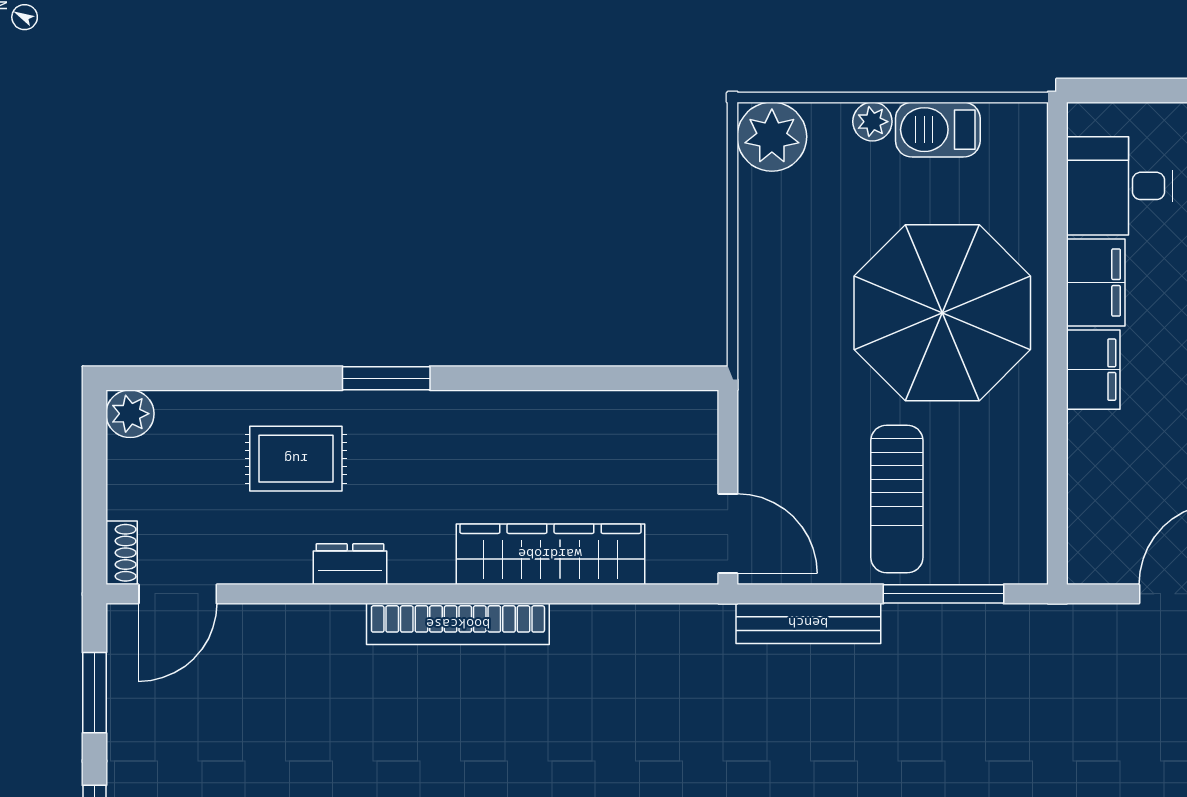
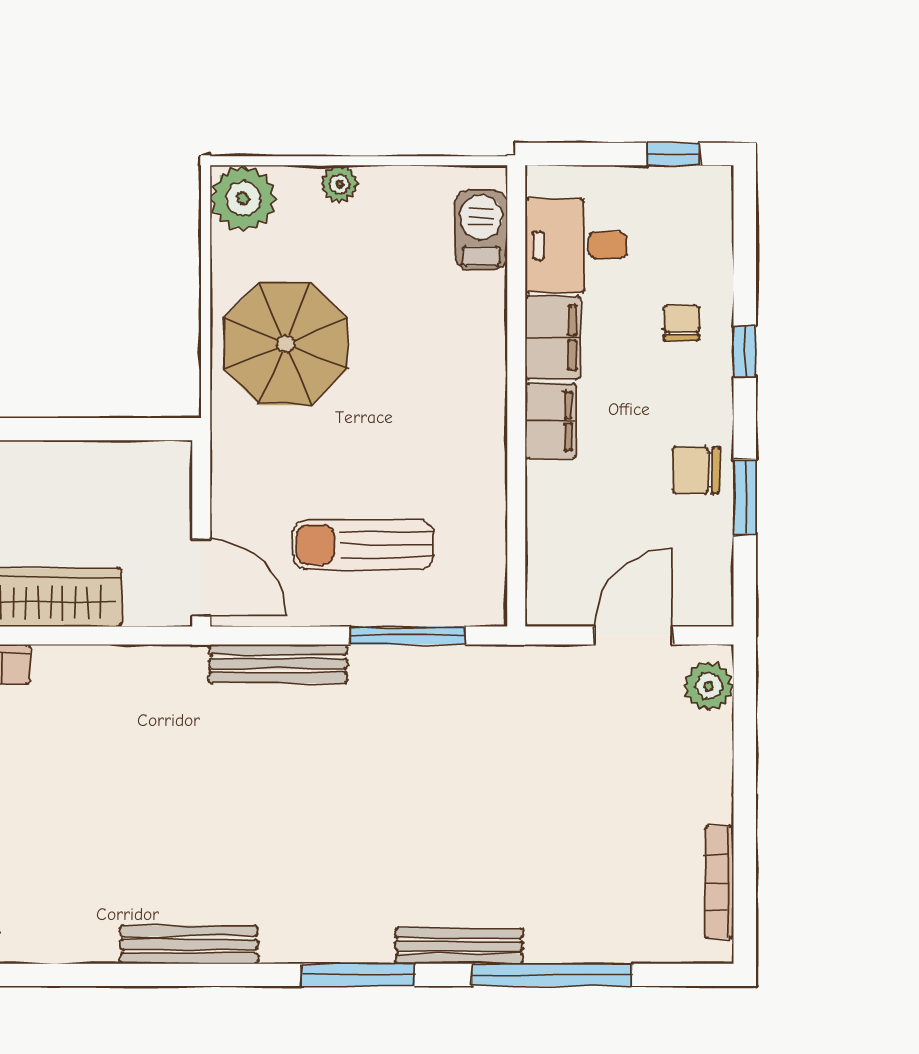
barbecue: (938, 130) -> (481, 230), moved, turned 90
parasol: (942, 313) -> (286, 344), moved, width x0.73, depth x0.73
sun lounger: (897, 499) -> (363, 545), turned 90

